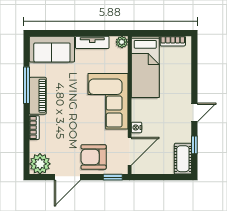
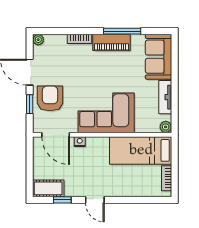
plant: (40, 164) -> (38, 40), width x0.53, depth x0.53
window: (113, 177) -> (30, 104), moved

